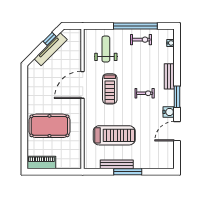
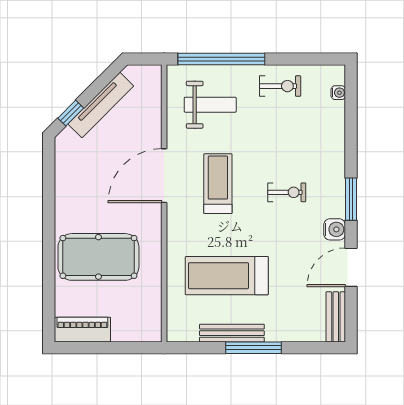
window: (135, 26) -> (221, 59), moved
window: (50, 39) -> (71, 113), moved
weight bench: (106, 49) -> (210, 105), turned 90
bench: (169, 76) -> (336, 317), moved
treadmill: (110, 89) -> (218, 184), turned 180
treadmill: (114, 135) -> (227, 276), turned 180

